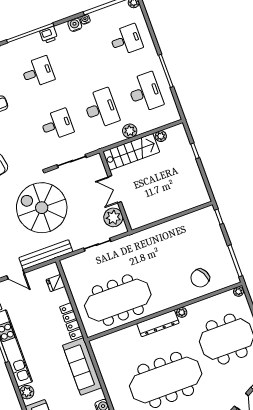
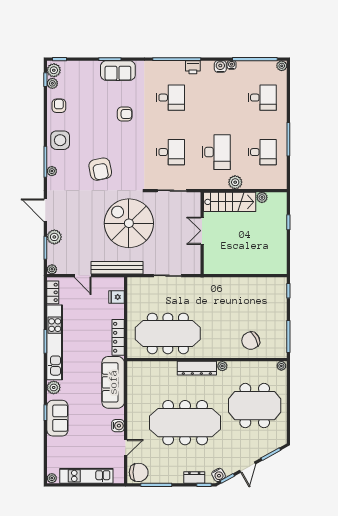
desk: (145, 92) -> (262, 152), width x0.73
plant: (113, 217) -> (191, 256), removed

